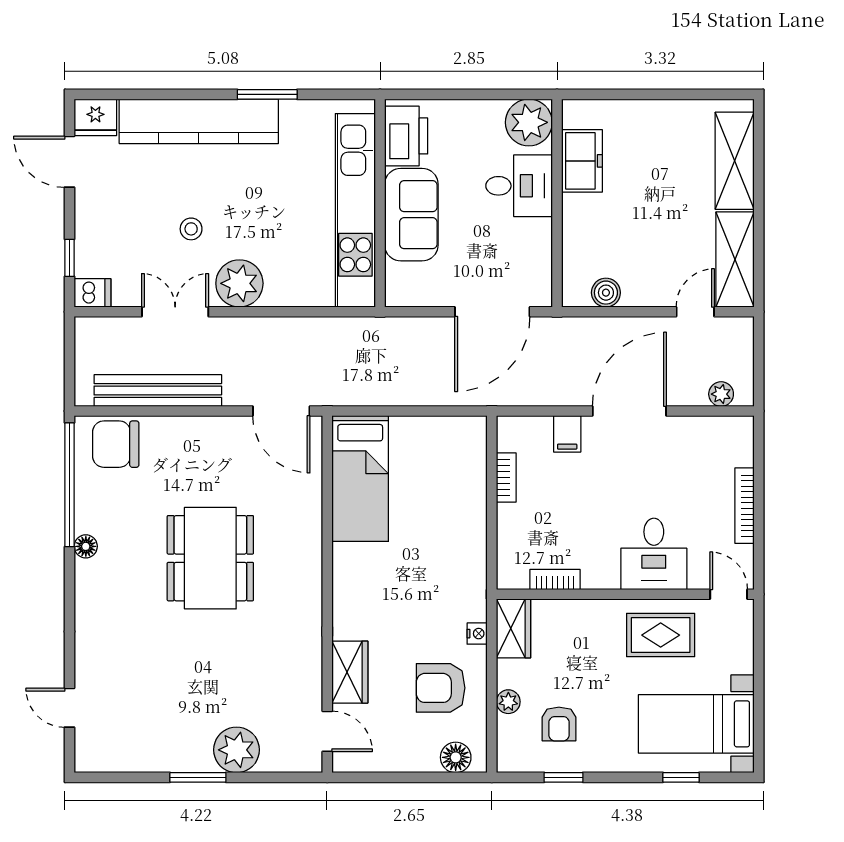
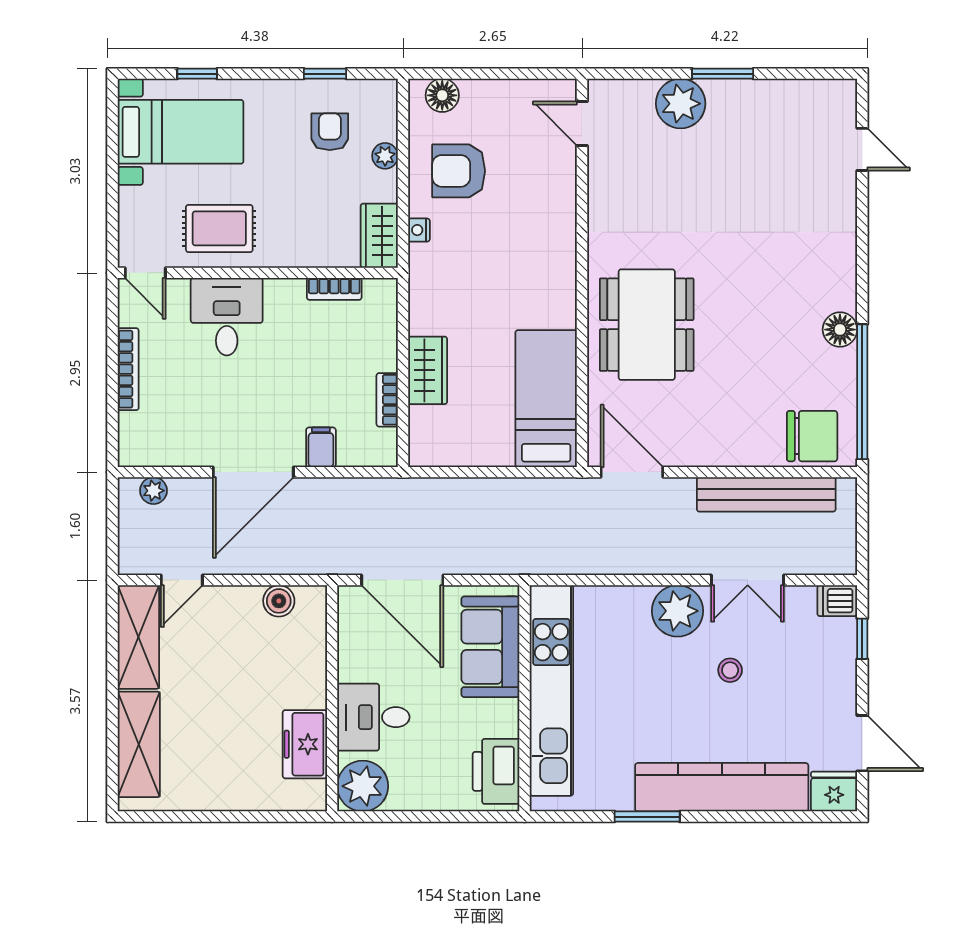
sofa: (411, 215) -> (490, 647), moved
door: (492, 312) -> (402, 580), swing flipped
floor lamp: (86, 546) -> (840, 330), width x1.37, depth x1.37
dining table: (210, 558) -> (647, 325), moved
wardrobe: (350, 672) -> (428, 370), moved, turned 180
armchair: (441, 688) -> (459, 171), turned 180

